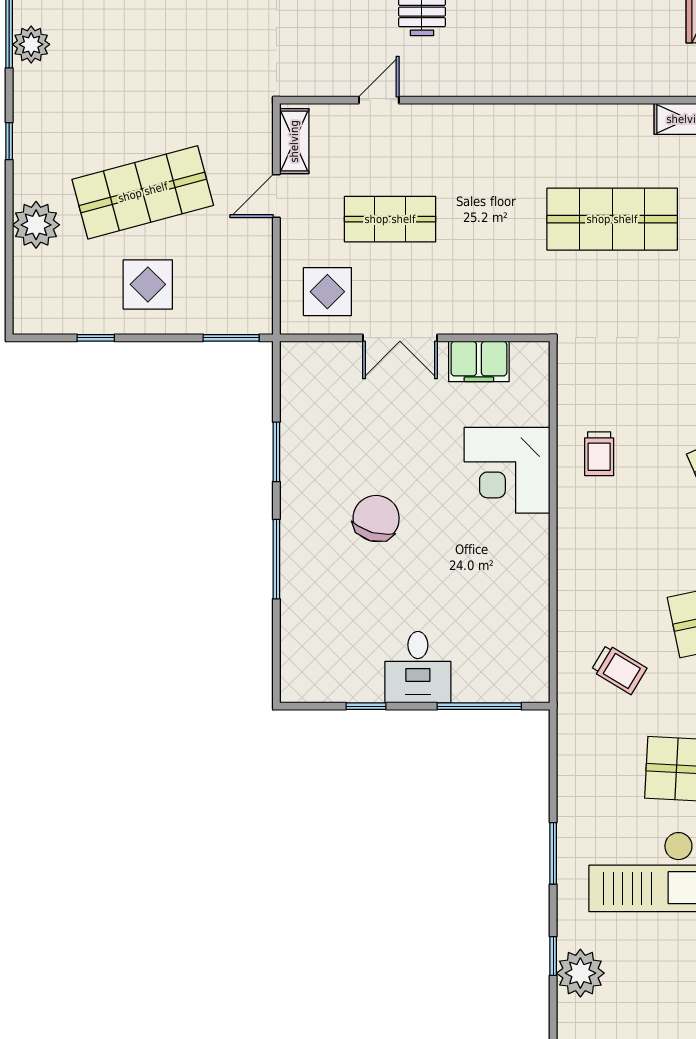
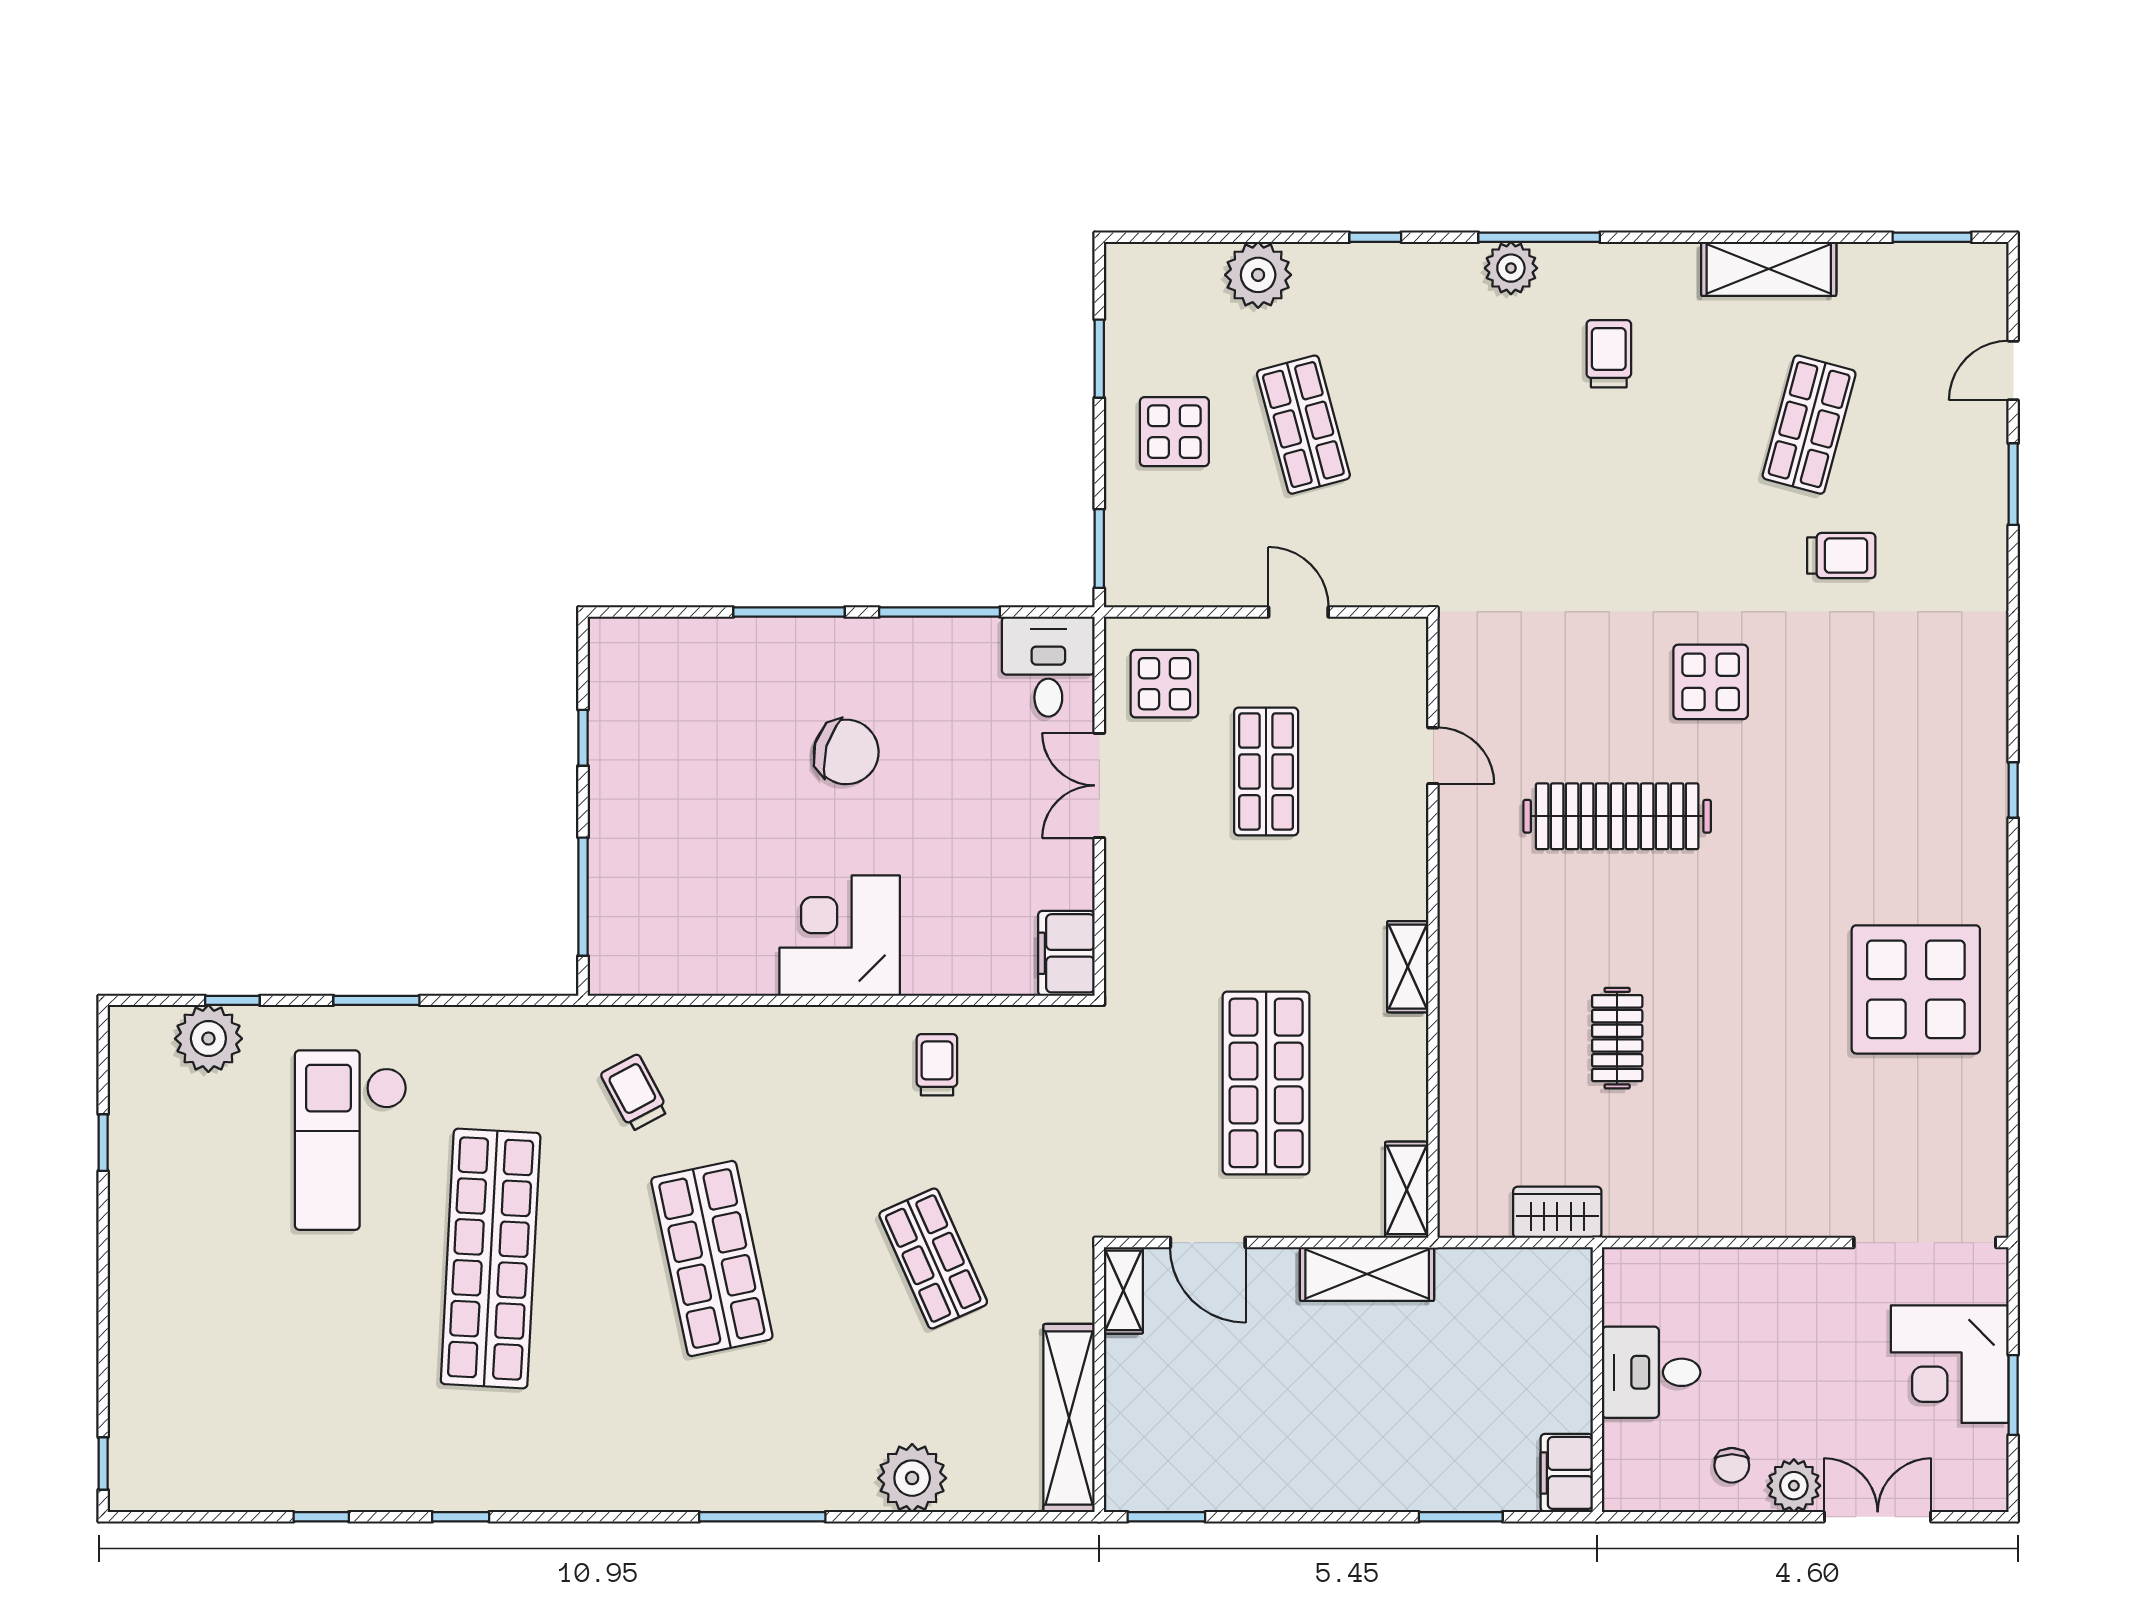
shelving: (294, 141) -> (1408, 967), moved, turned 90
shop shelf: (143, 192) -> (1303, 425), width x0.70, depth x0.74
window: (96, 338) -> (1099, 359), width x1.50
filing cabinet: (479, 361) -> (1066, 953), moved
window: (276, 452) -> (940, 612), width x1.44
trolley: (599, 454) -> (937, 1065), turned 90
corner desk: (507, 470) -> (840, 936), moved
desk: (418, 667) -> (1048, 667), moved, turned 90
trolley: (619, 669) -> (634, 1093), turned 121

